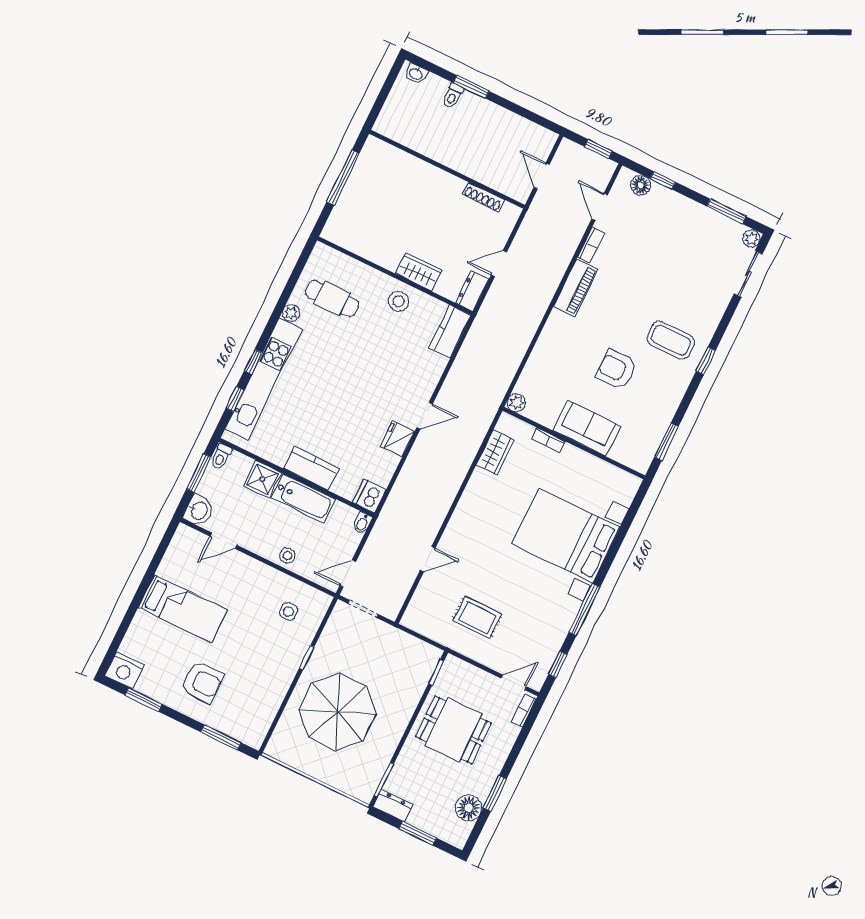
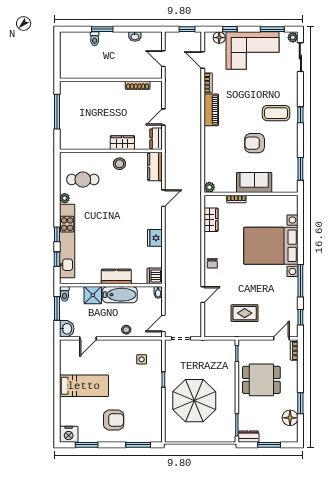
washbasin: (416, 74) -> (135, 37), moved
corner sofa: (681, 229) -> (252, 50), added
door: (425, 416) -> (163, 198), moved
chair: (465, 519) -> (212, 263), added

